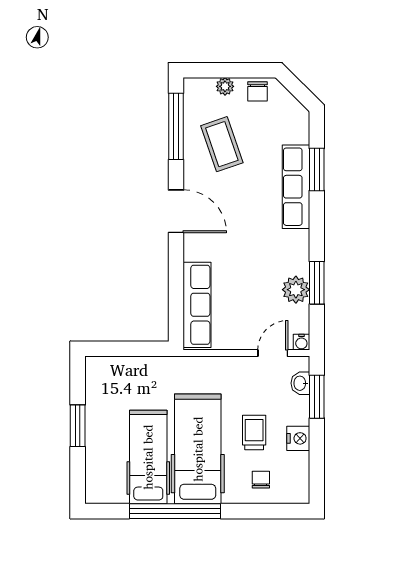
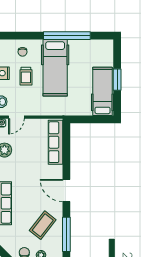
coffee table: (222, 144) -> (43, 225), turned 57
hospital bed: (148, 457) -> (103, 91), moved, turned 180

